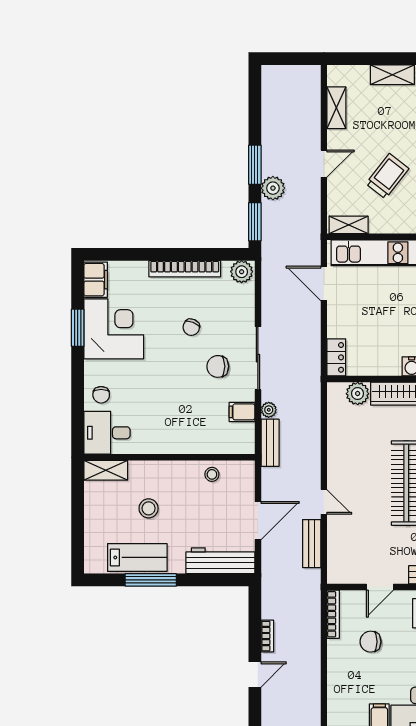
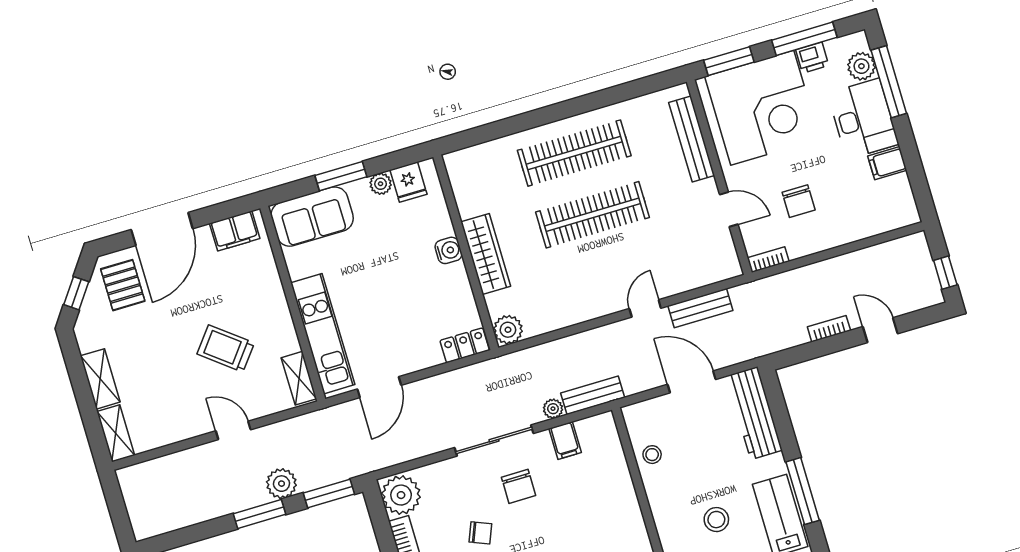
shelving: (336, 108) -> (116, 433), moved, turned 90
plant: (242, 272) -> (401, 495), width x1.36, depth x1.36
plant: (358, 394) -> (508, 330), moved
bookcase: (333, 614) -> (768, 260), width x0.64

